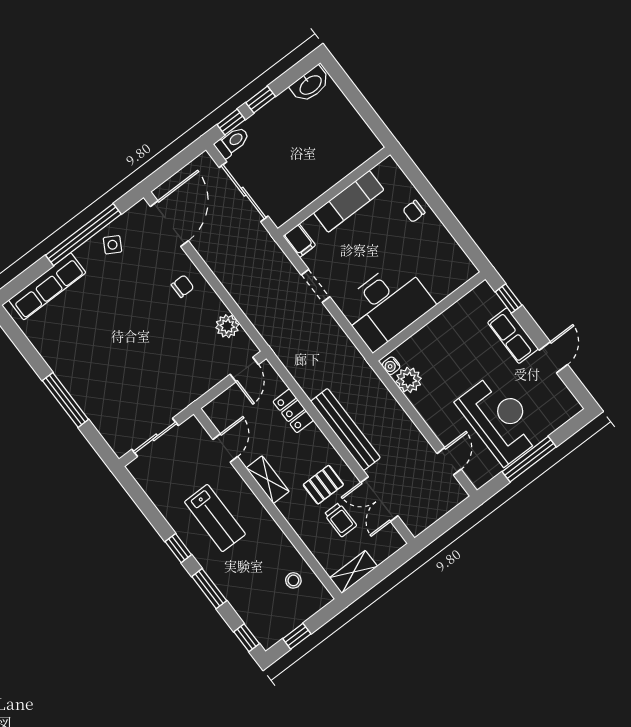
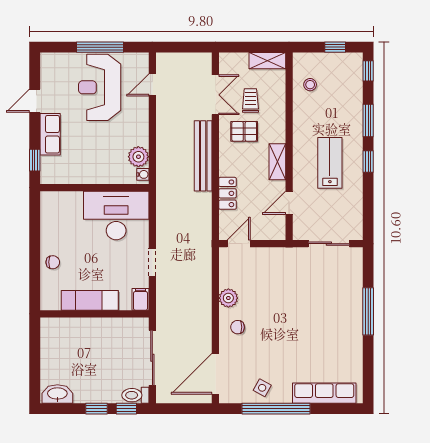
plant: (227, 326) -> (228, 298), moved

